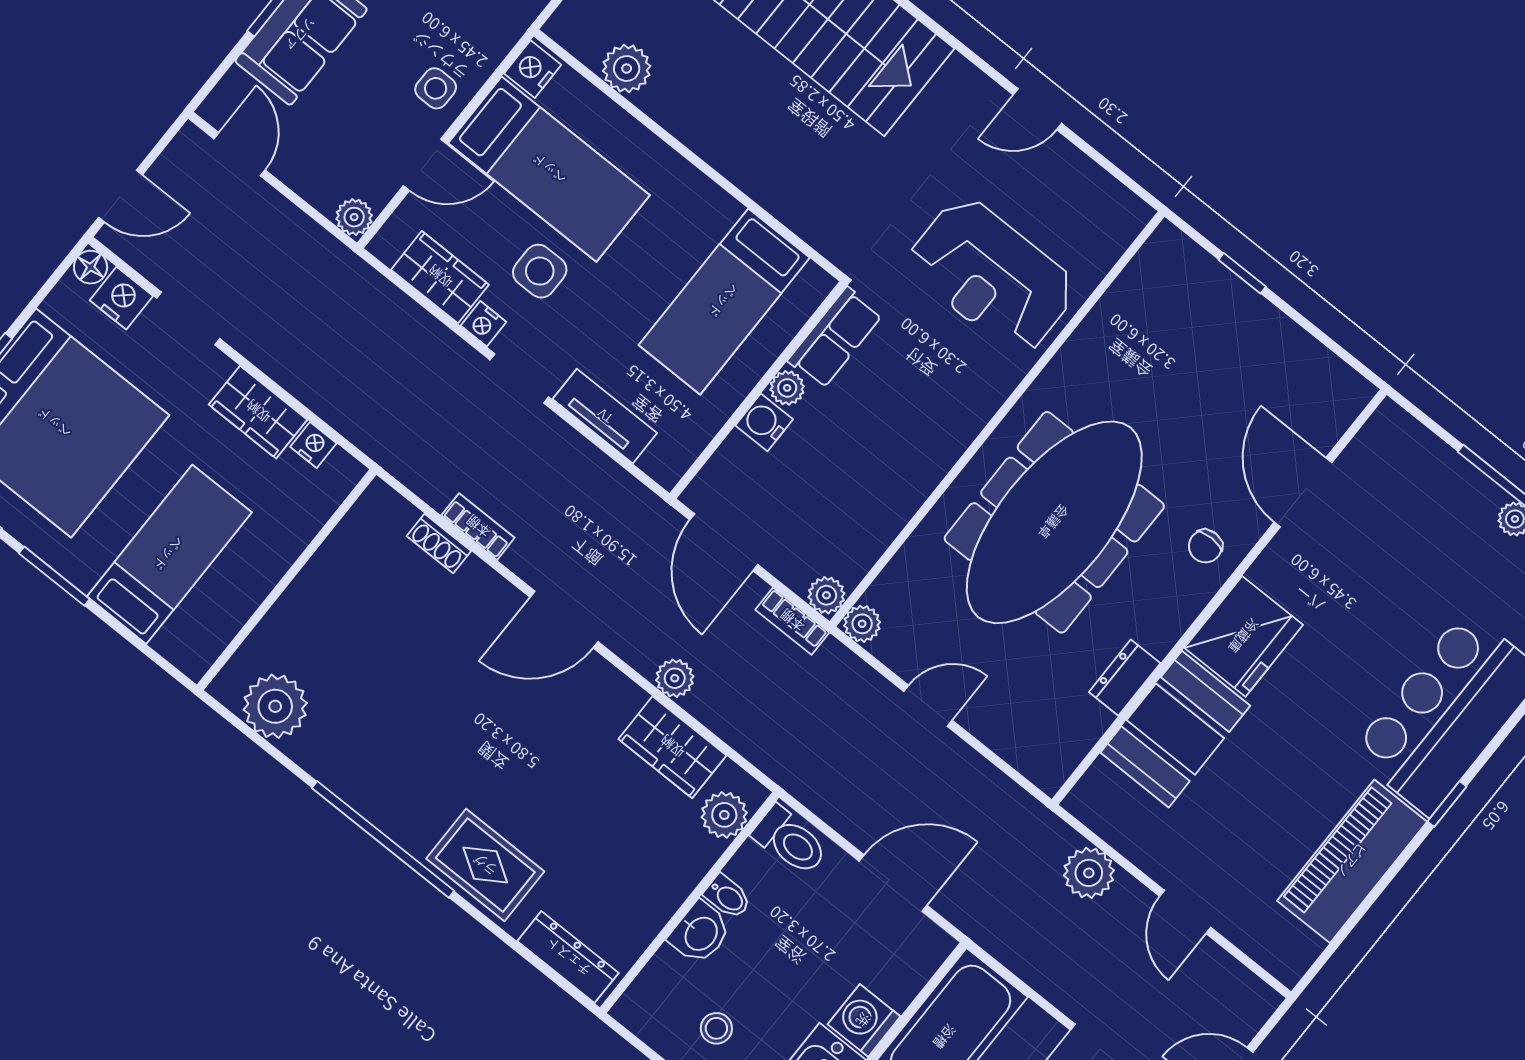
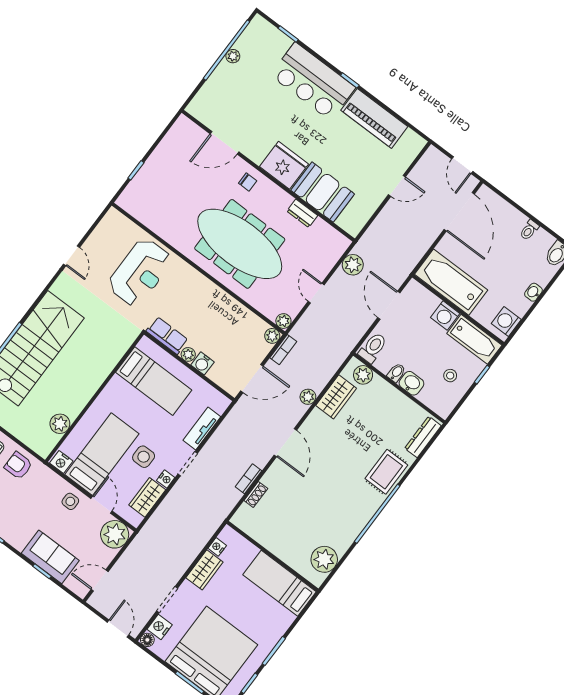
plant: (354, 217) -> (115, 534), width x1.88, depth x1.88
bed: (169, 554) -> (279, 583), moved
plant: (1089, 873) -> (353, 265), moved

